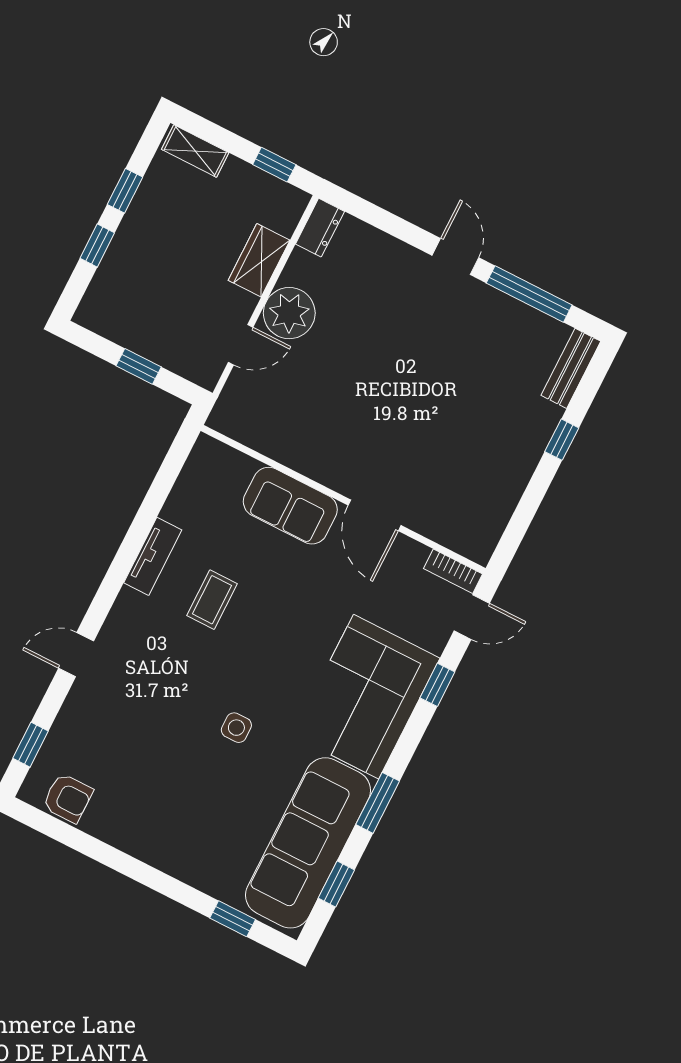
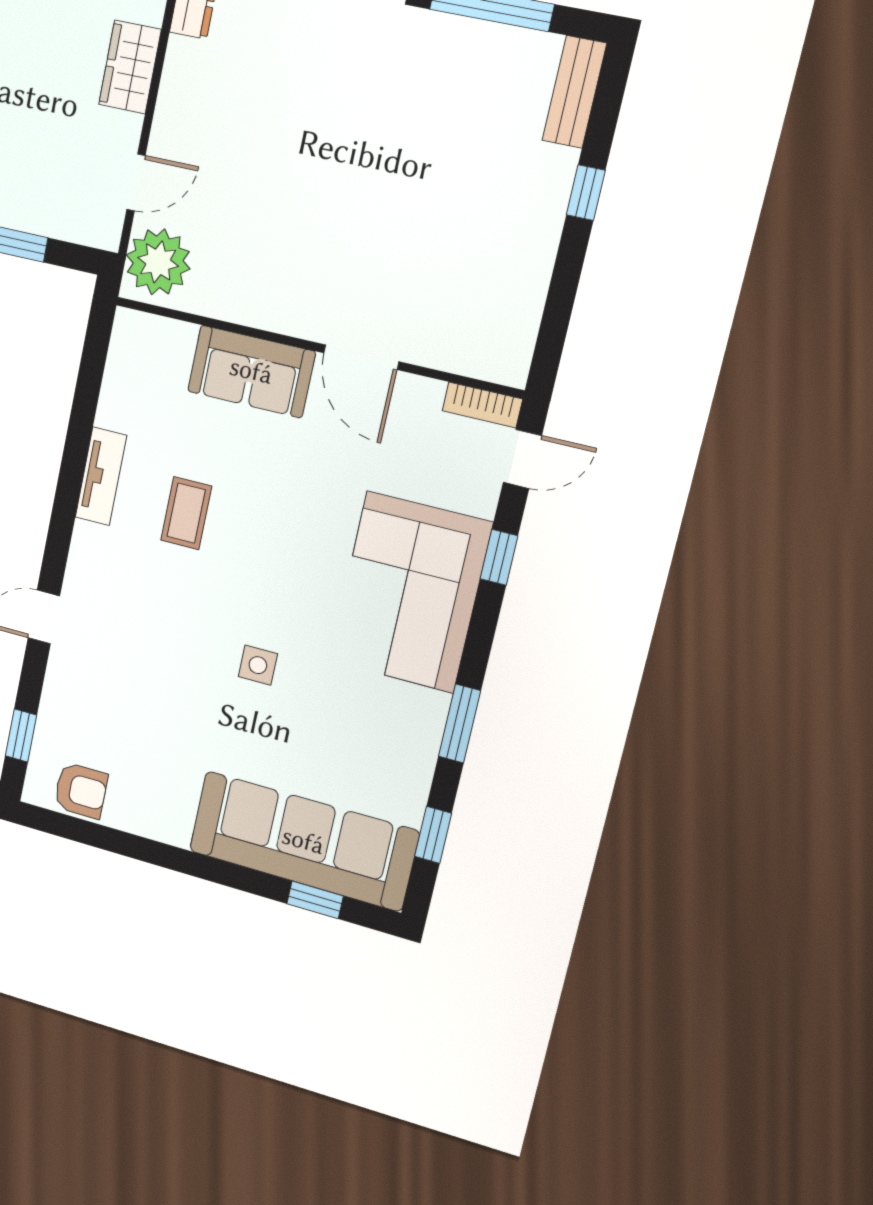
plant: (289, 313) -> (158, 262), moved
sofa: (308, 843) -> (303, 841), moved, turned 90

